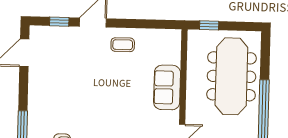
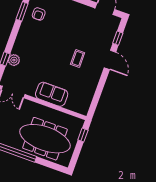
coffee table: (123, 45) -> (78, 58), moved

